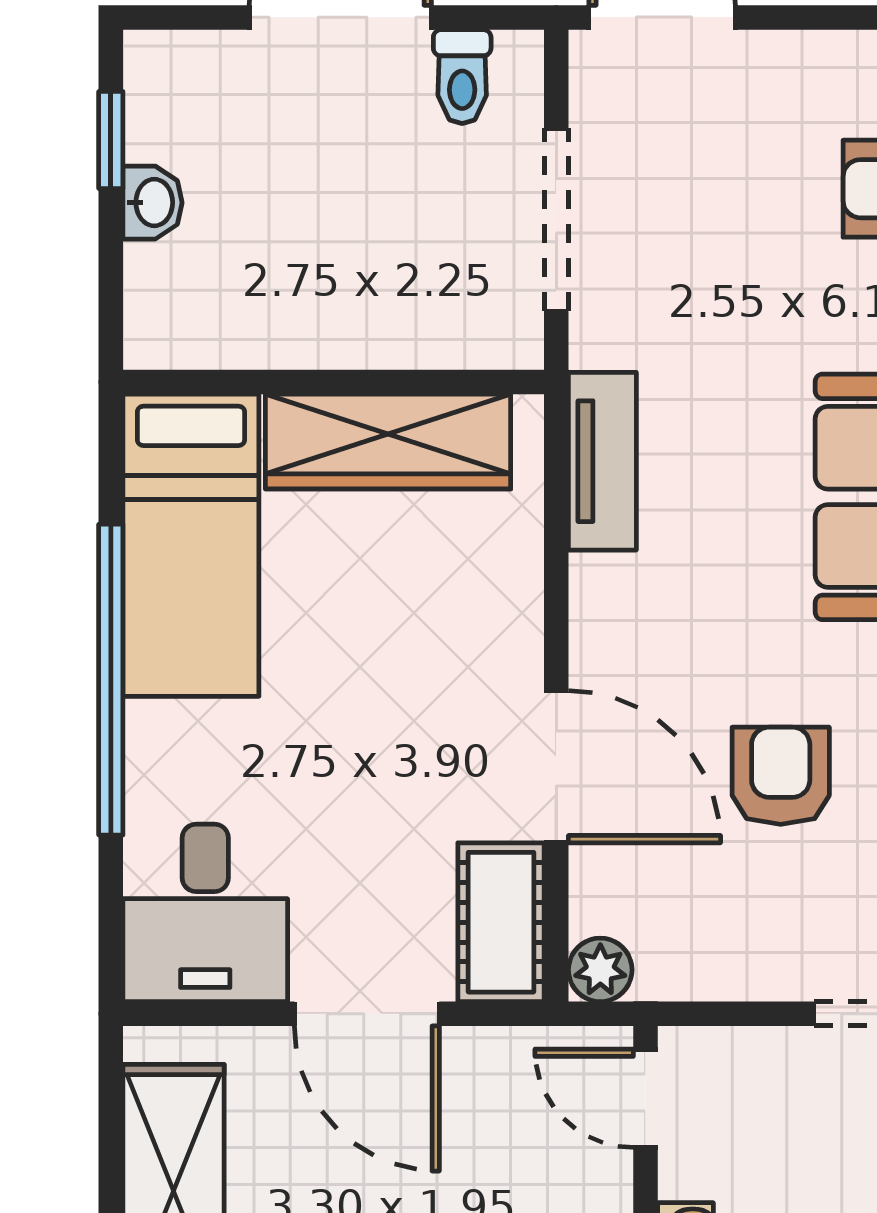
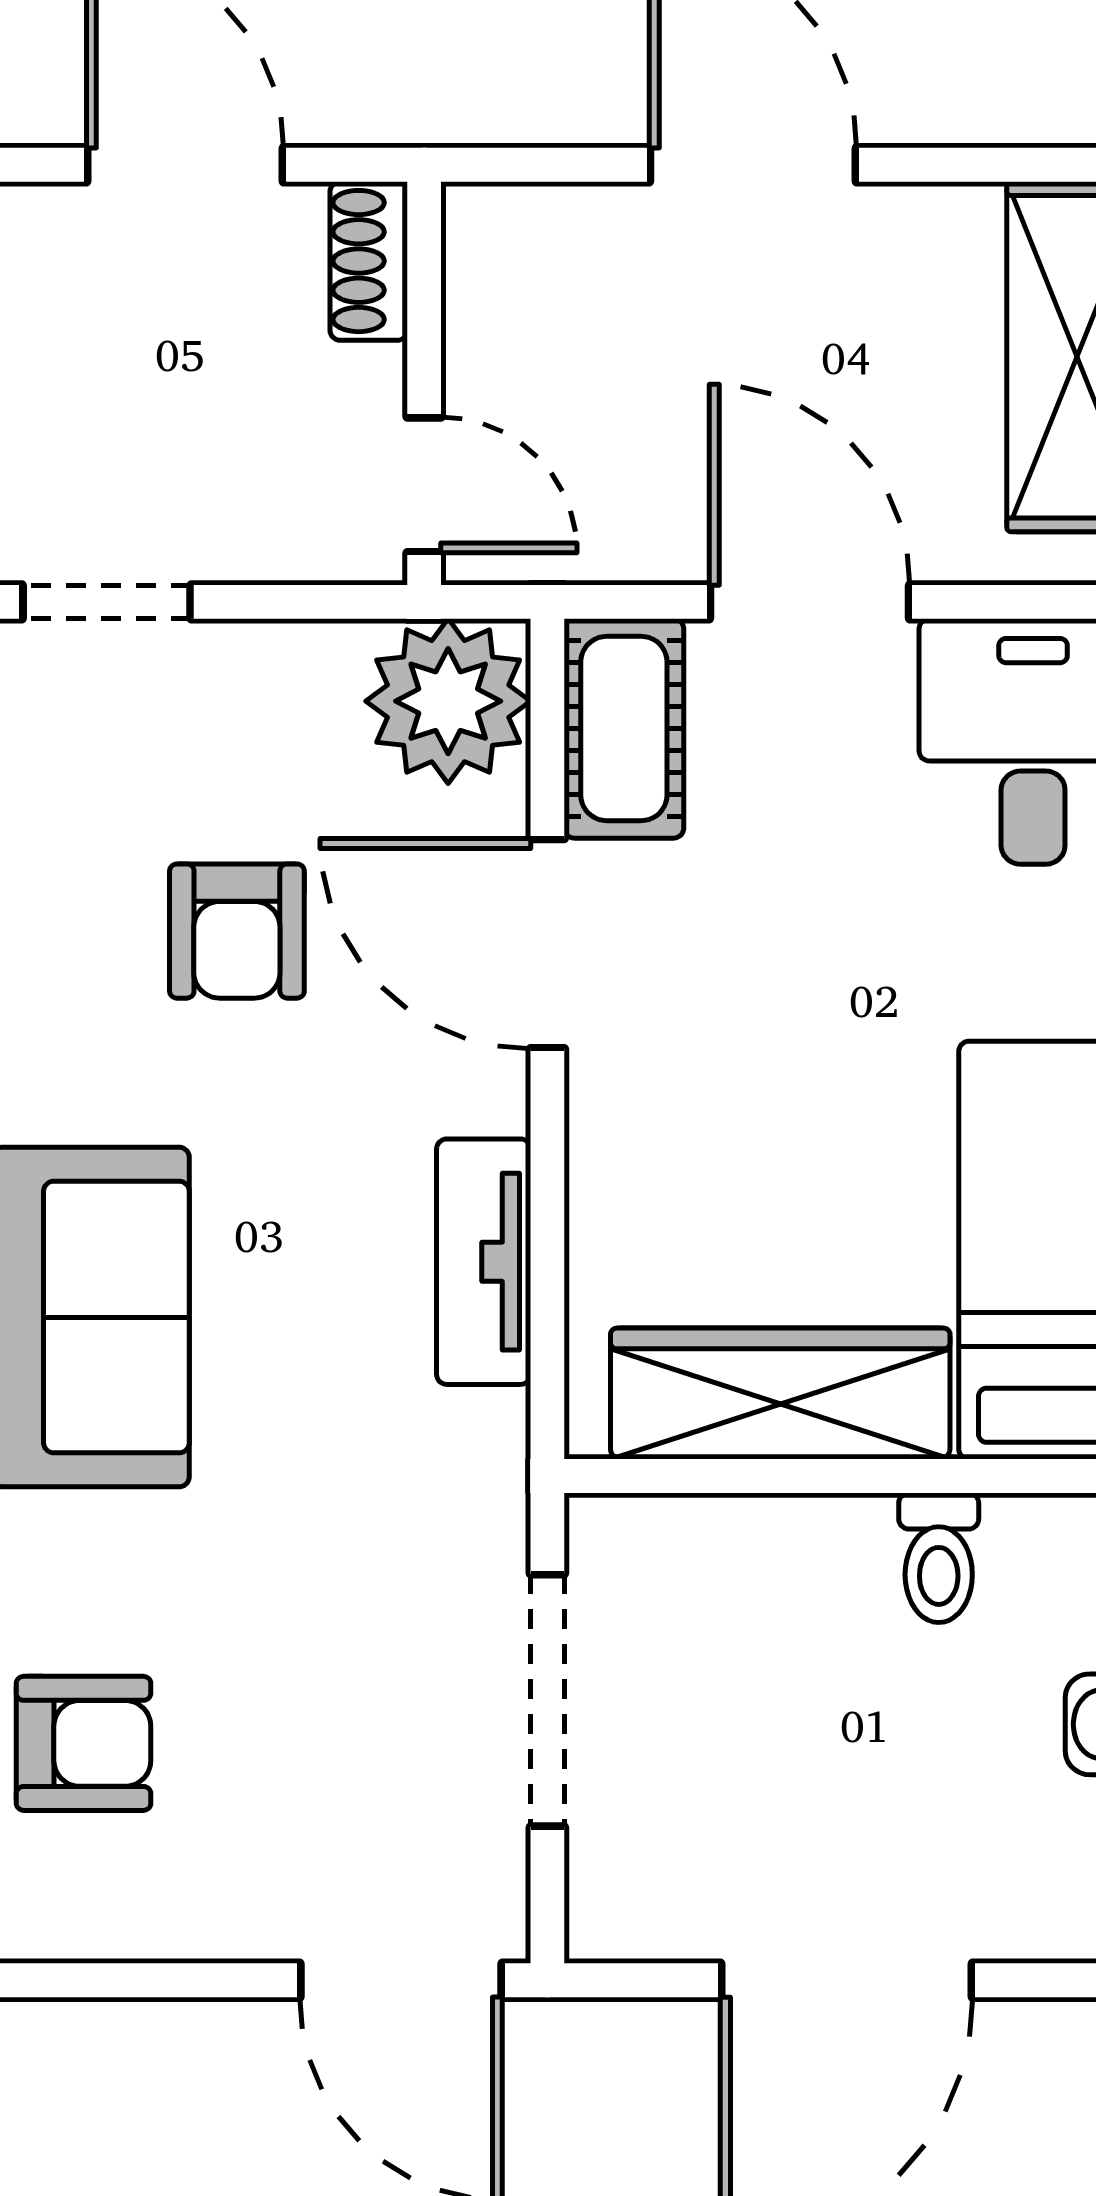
toilet: (462, 77) -> (939, 1558), moved, turned 180
tv unit: (602, 461) -> (484, 1262), moved
plant: (600, 970) -> (448, 701), width x1.88, depth x1.88

